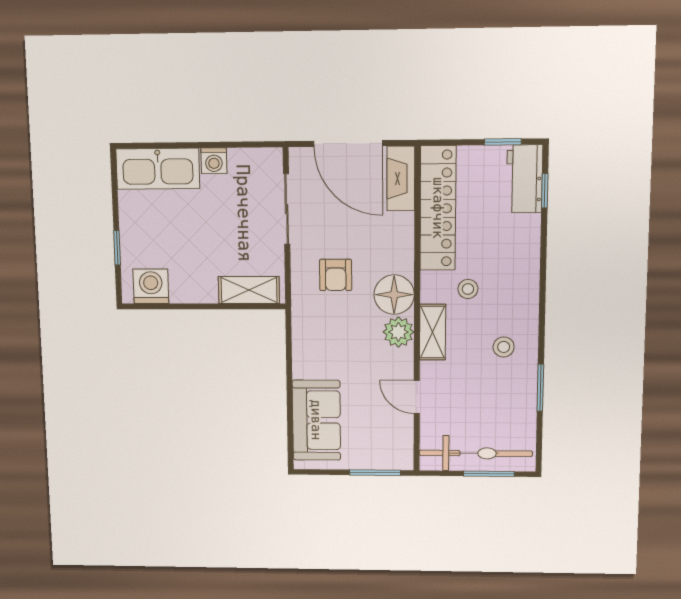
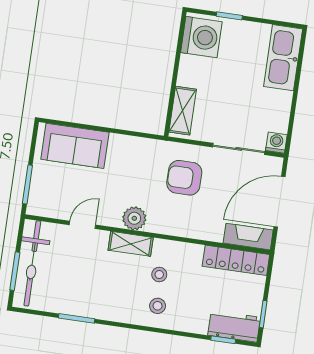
washing machine: (214, 161) -> (276, 143), moved, turned 90
locker: (438, 208) -> (236, 260), width x0.71, depth x0.83
armchair: (336, 275) -> (184, 178), width x1.38, depth x1.38
washing machine: (151, 286) -> (201, 37), width x1.37, depth x1.37
floor lamp: (394, 295) -> (163, 219), removed
stool: (504, 347) -> (158, 306), moved

